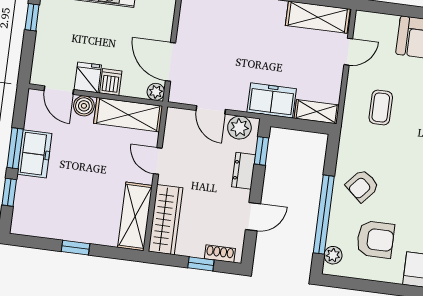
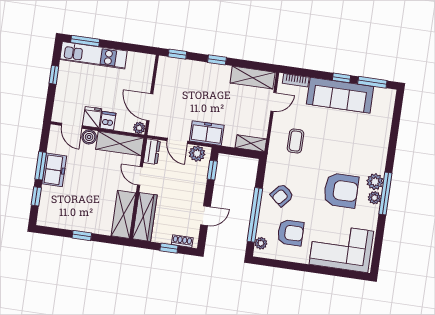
bookcase: (380, 20) -> (296, 80), added
freezer: (272, 100) -> (207, 133), moved
dresser: (244, 171) -> (152, 152), moved, turned 180

